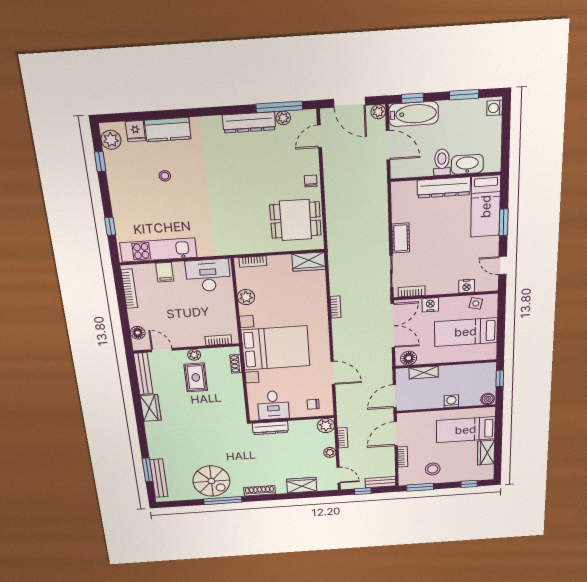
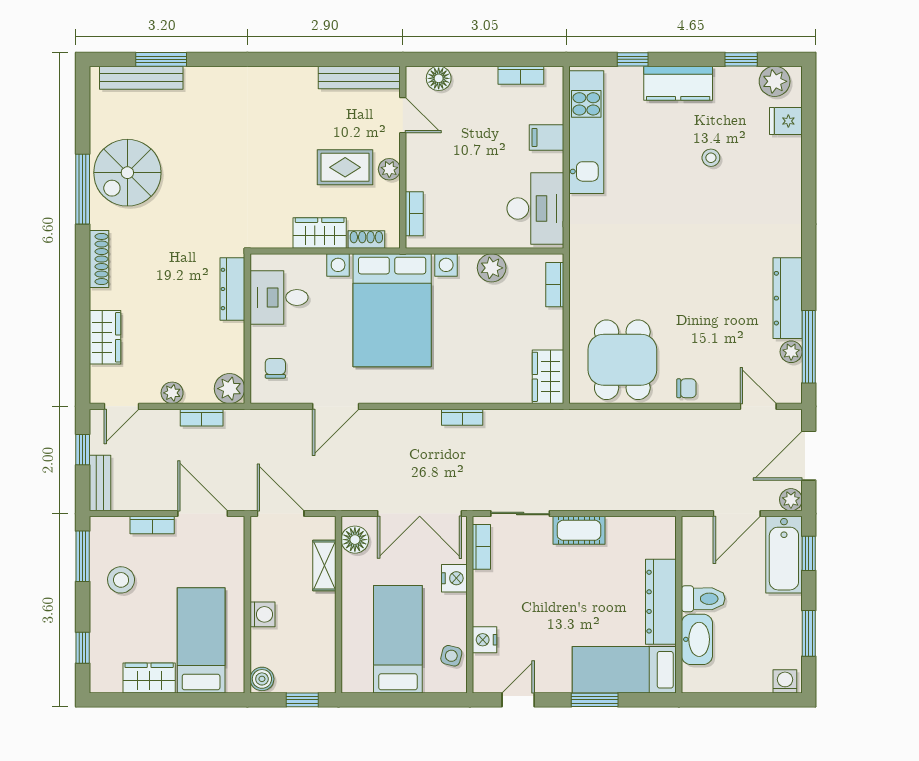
kitchen counter: (168, 130) -> (678, 83), moved, turned -90
bookcase: (129, 289) -> (521, 75), width x0.64
door: (162, 350) -> (403, 115), hinge flipped
wardrobe: (151, 408) -> (320, 233), moved, turned 180

